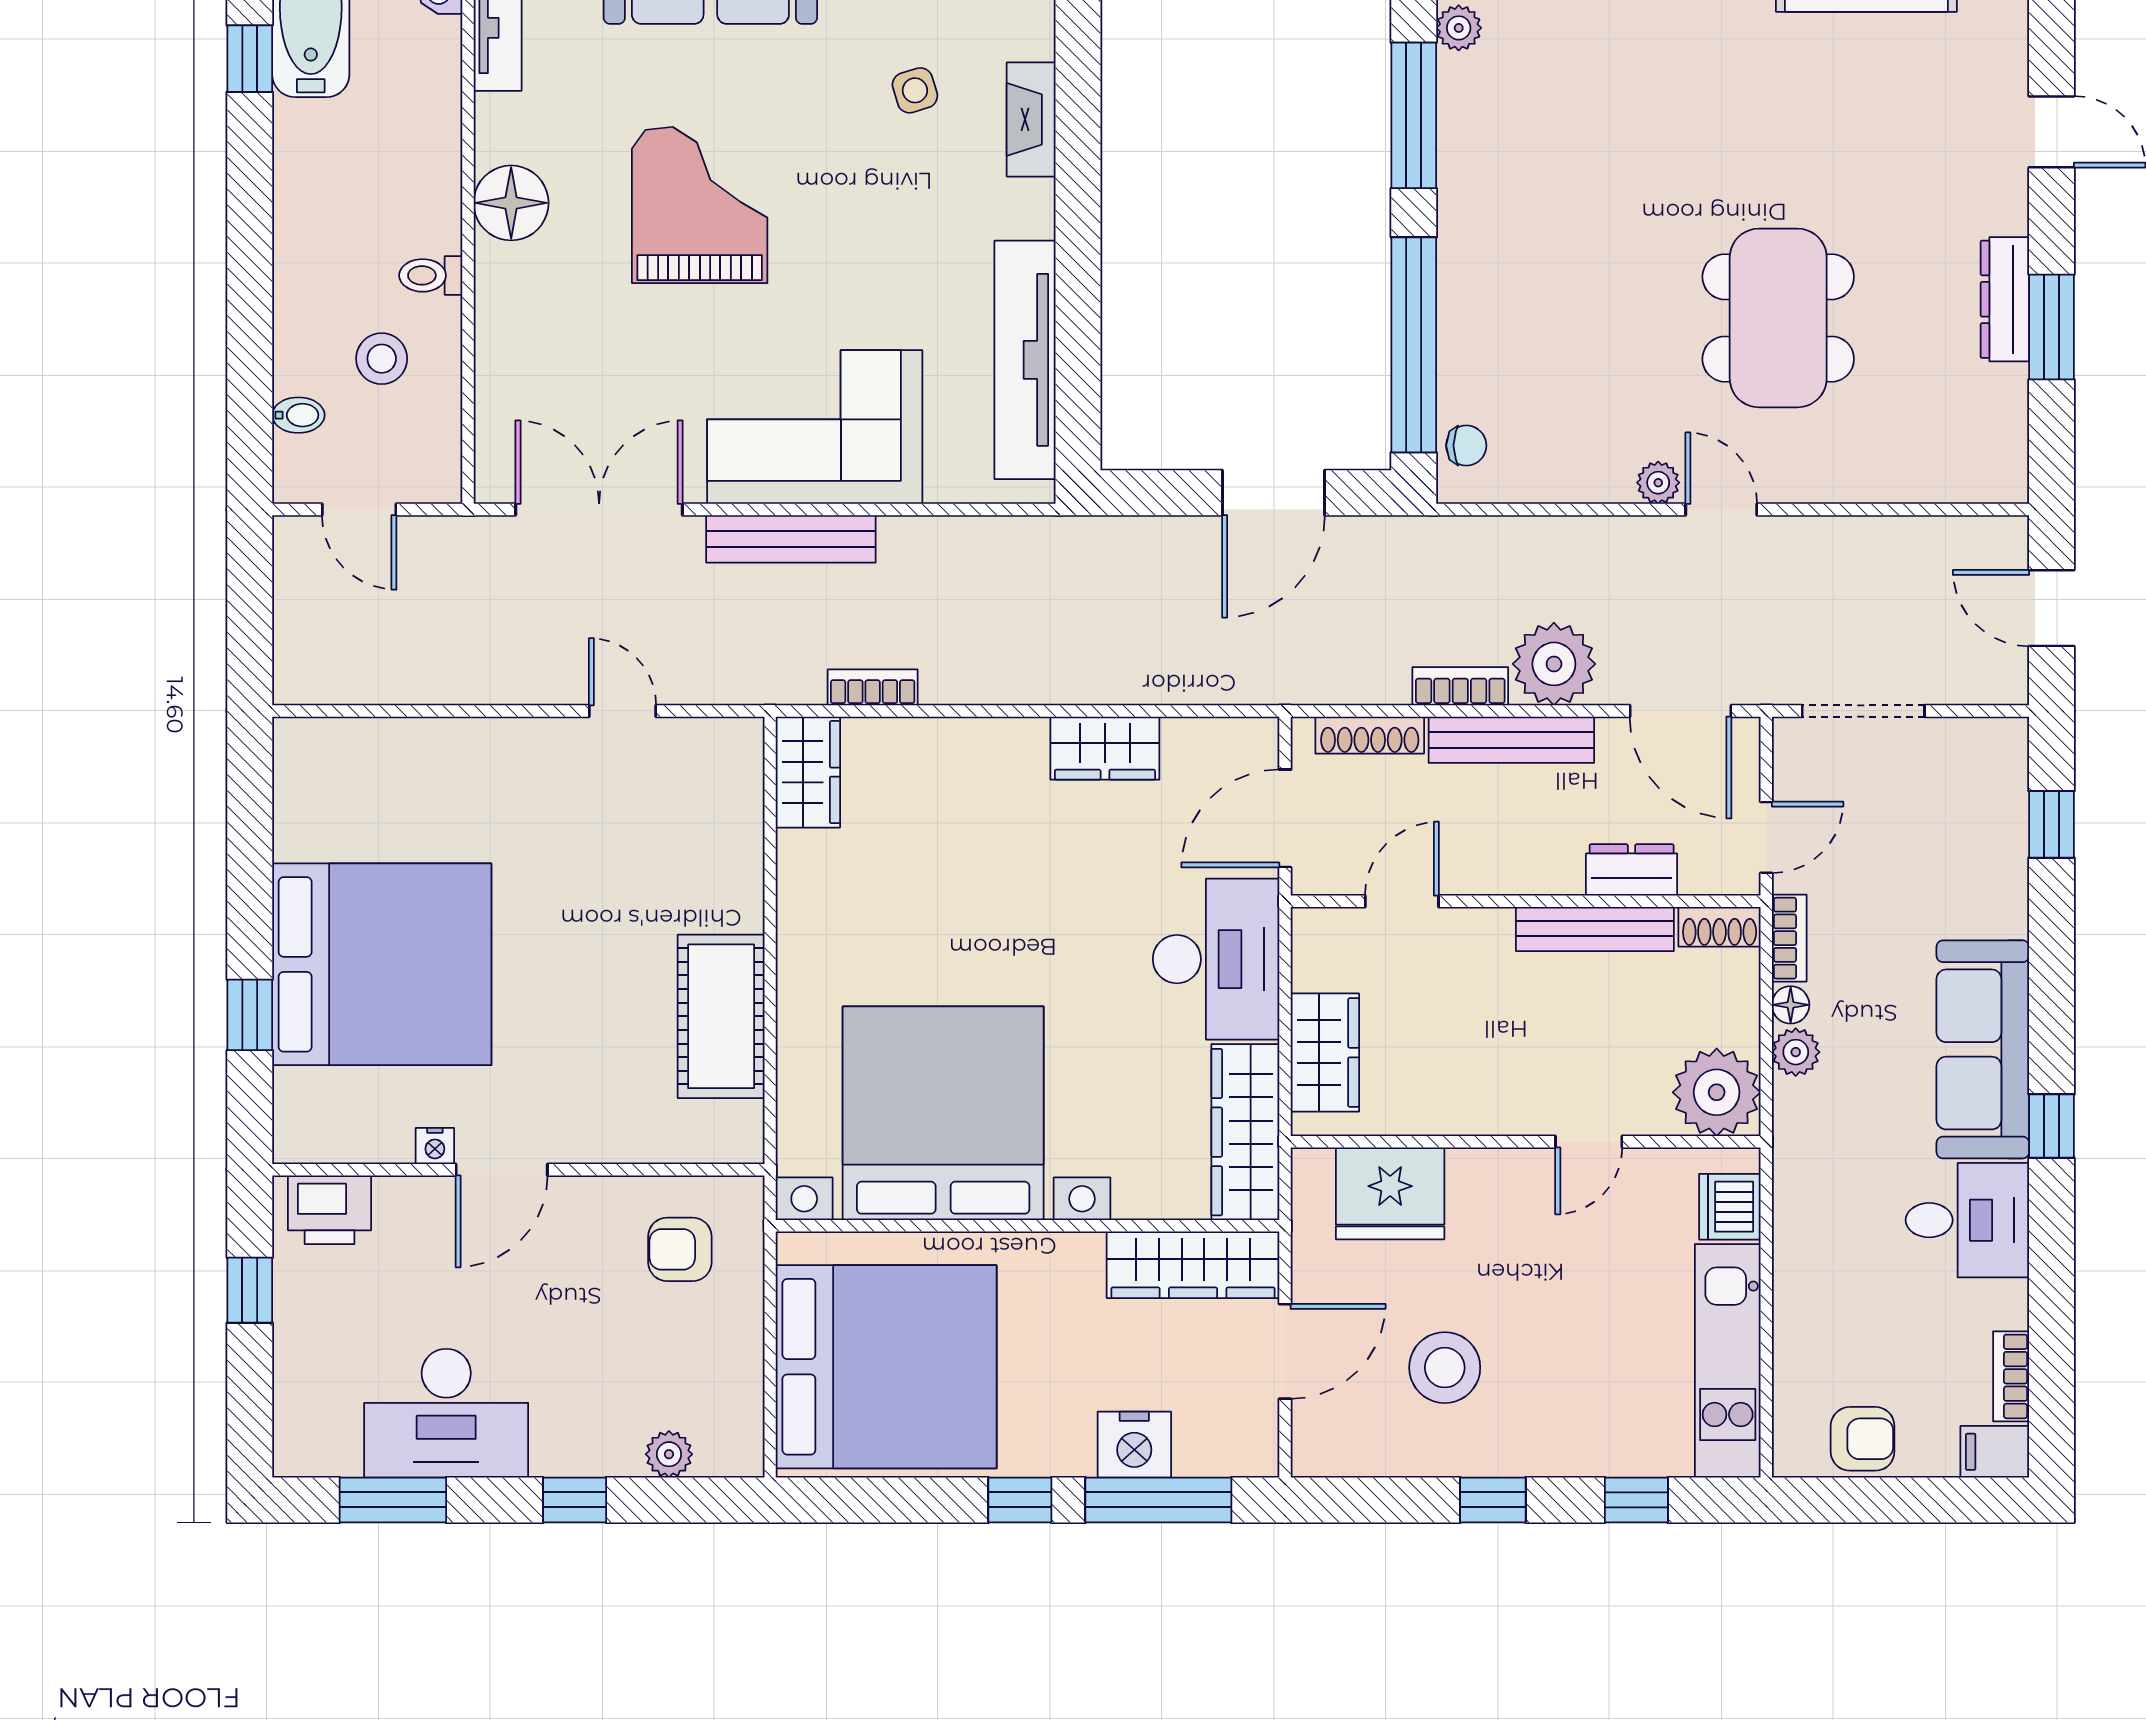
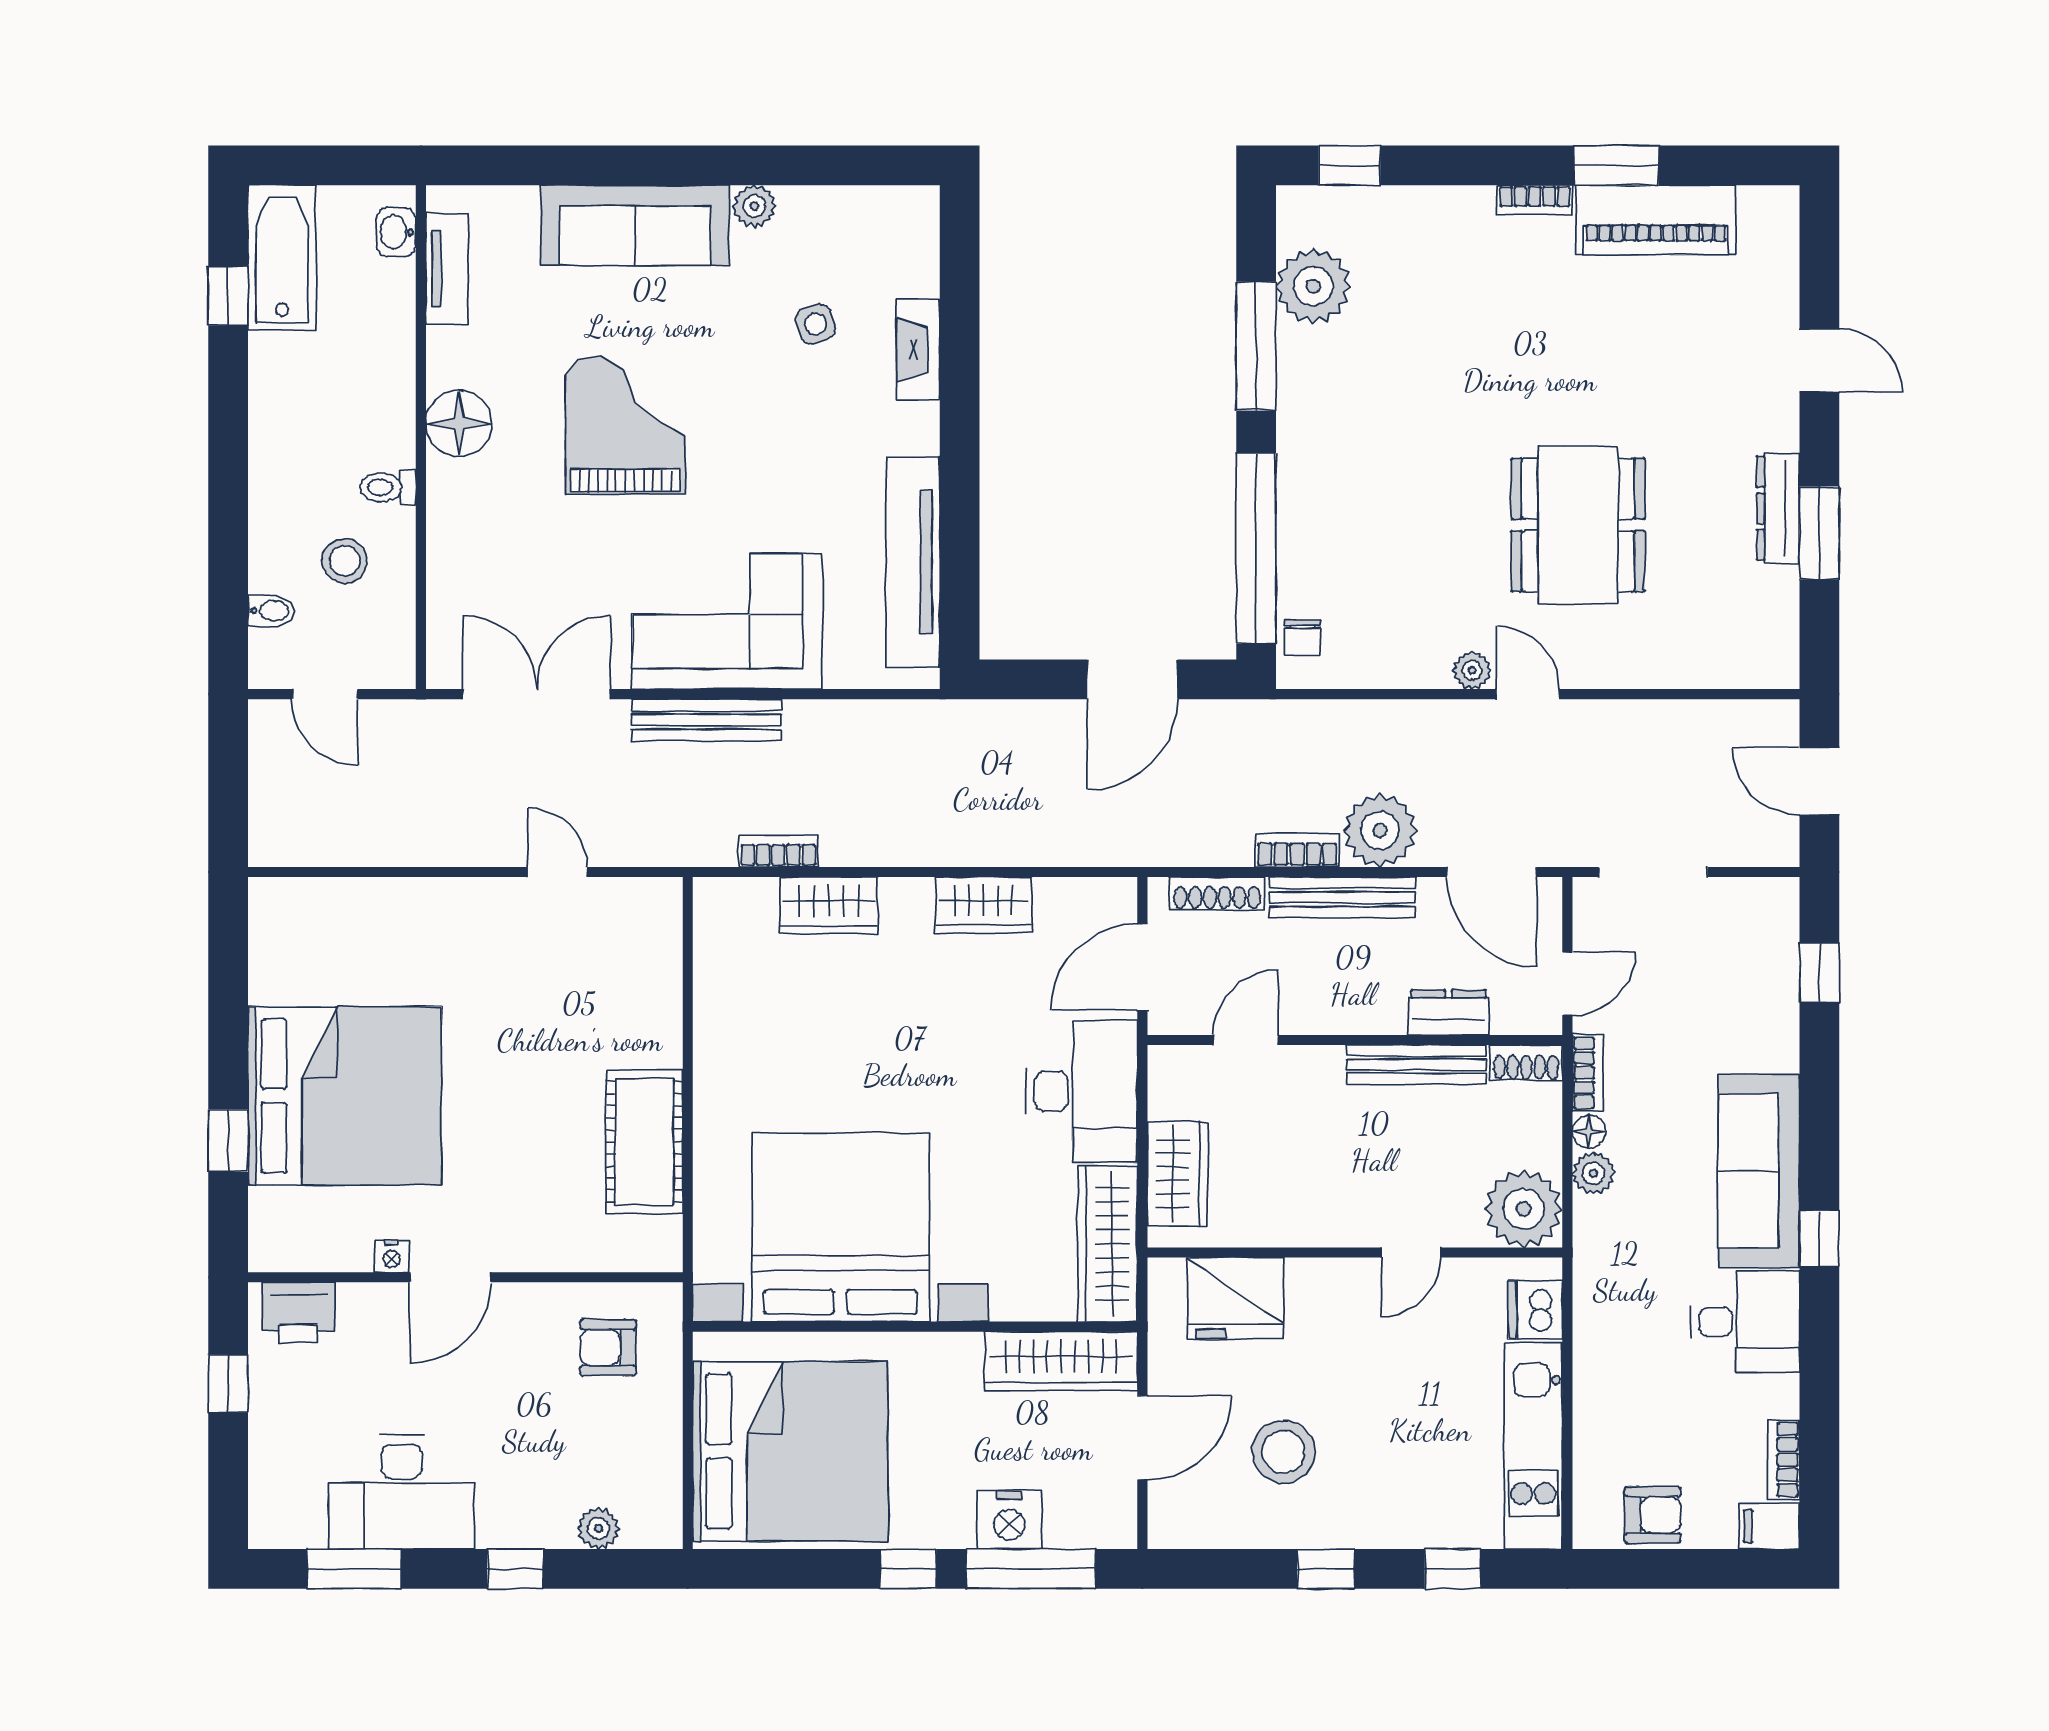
plant: (1459, 28) -> (1313, 286), width x1.88, depth x1.88
chair: (1466, 446) -> (1303, 638), turned 90
wardrobe: (808, 772) -> (829, 905), moved, turned 90

